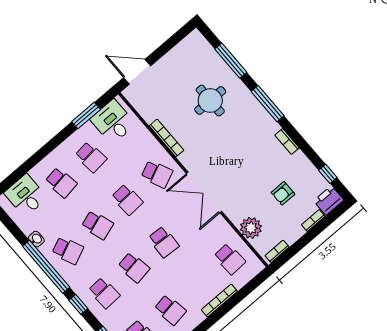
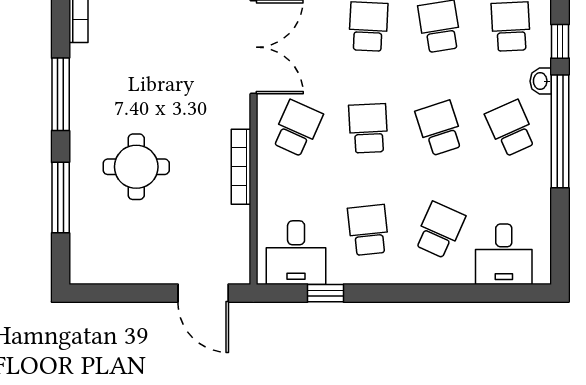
window: (86, 115) -> (326, 293), width x0.67
school desk: (157, 174) -> (297, 128), turned 48
school desk: (61, 183) -> (440, 230), turned 33
washbasin: (36, 239) -> (541, 81), moved

